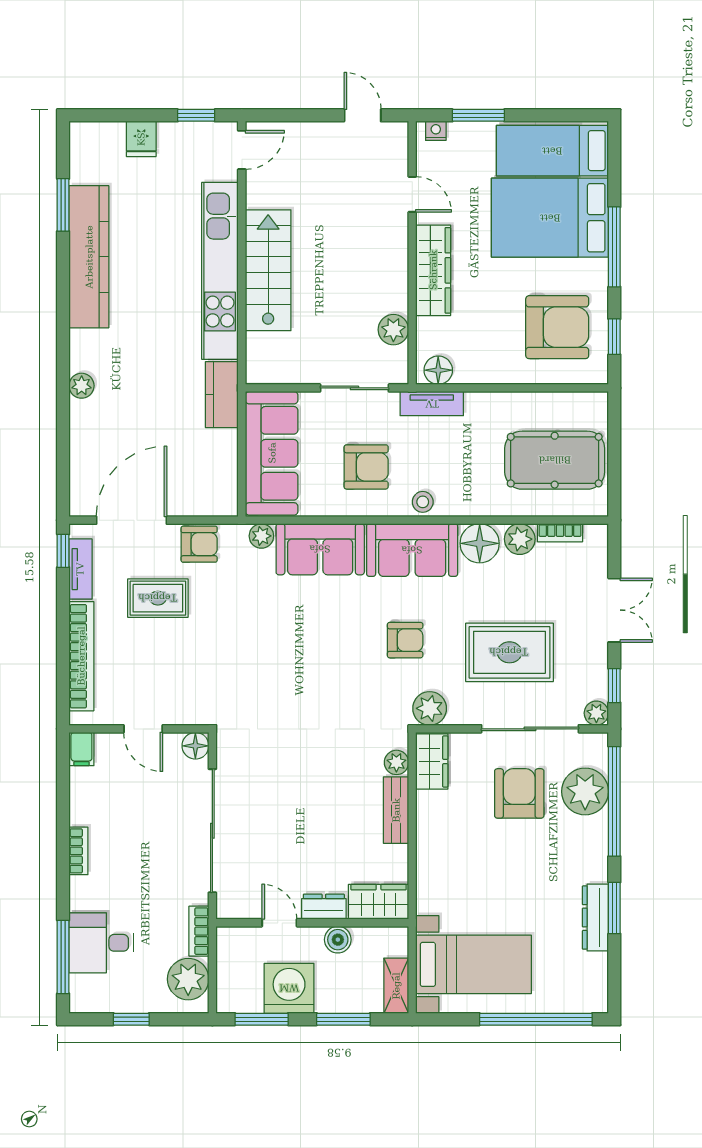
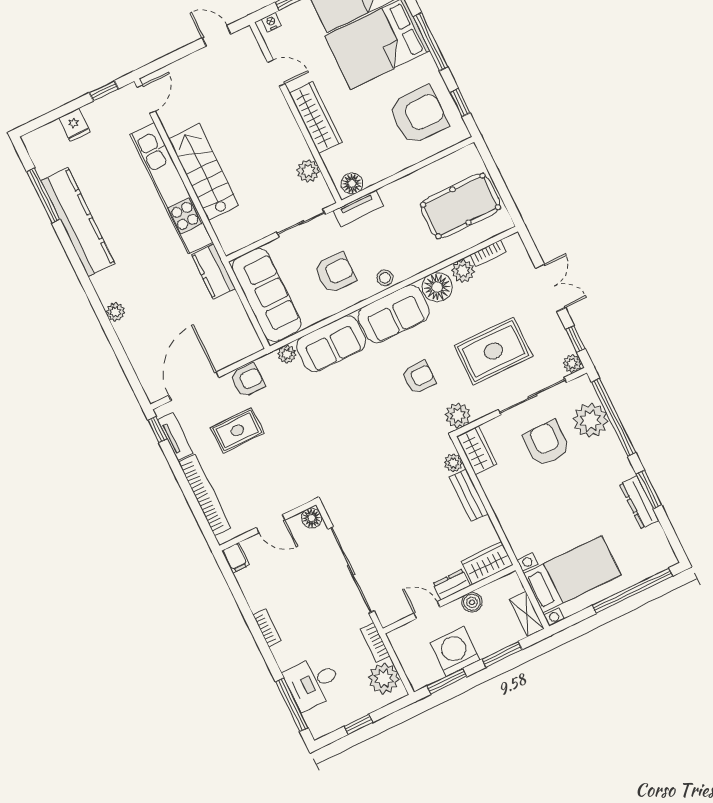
window: (63, 205) -> (43, 196), width x1.44

